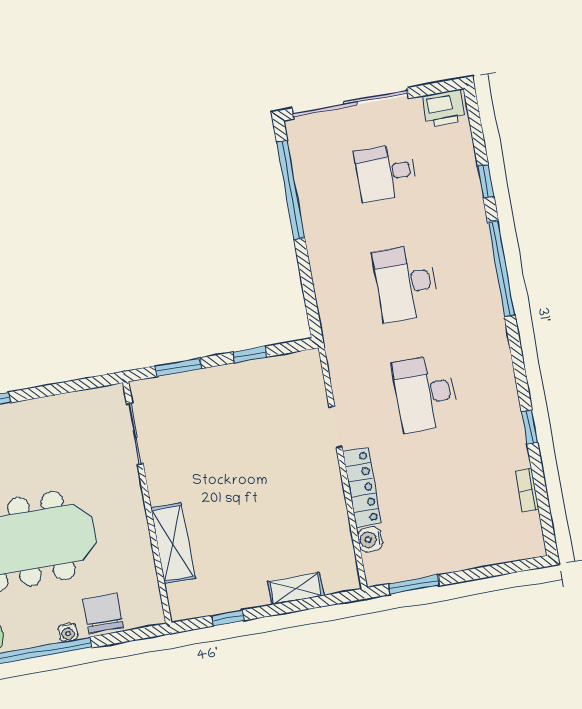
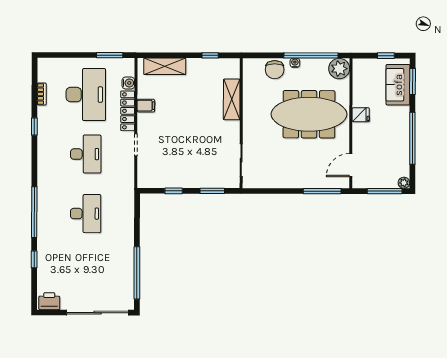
desk: (386, 173) -> (86, 95), moved, width x1.87, depth x1.30
filing cabinet: (330, 503) -> (146, 106), added
shelving: (296, 589) -> (165, 66), width x1.50, depth x1.33

